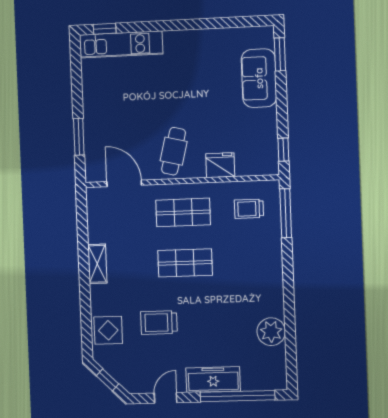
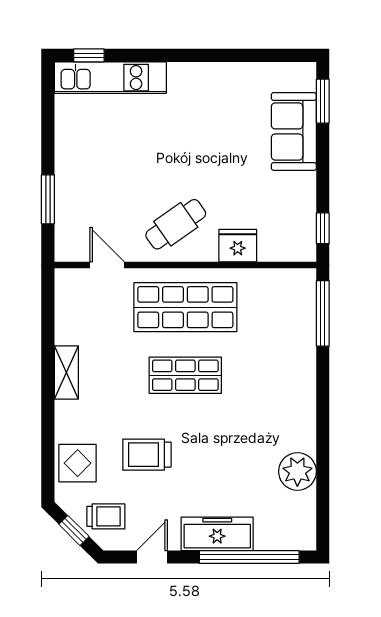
cafe table: (174, 151) -> (176, 224), turned 41
door: (124, 183) -> (107, 265), width x0.73
trolley: (249, 209) -> (106, 516), moved, turned 180
shop shelf: (183, 212) -> (185, 307), width x1.43, depth x1.36

